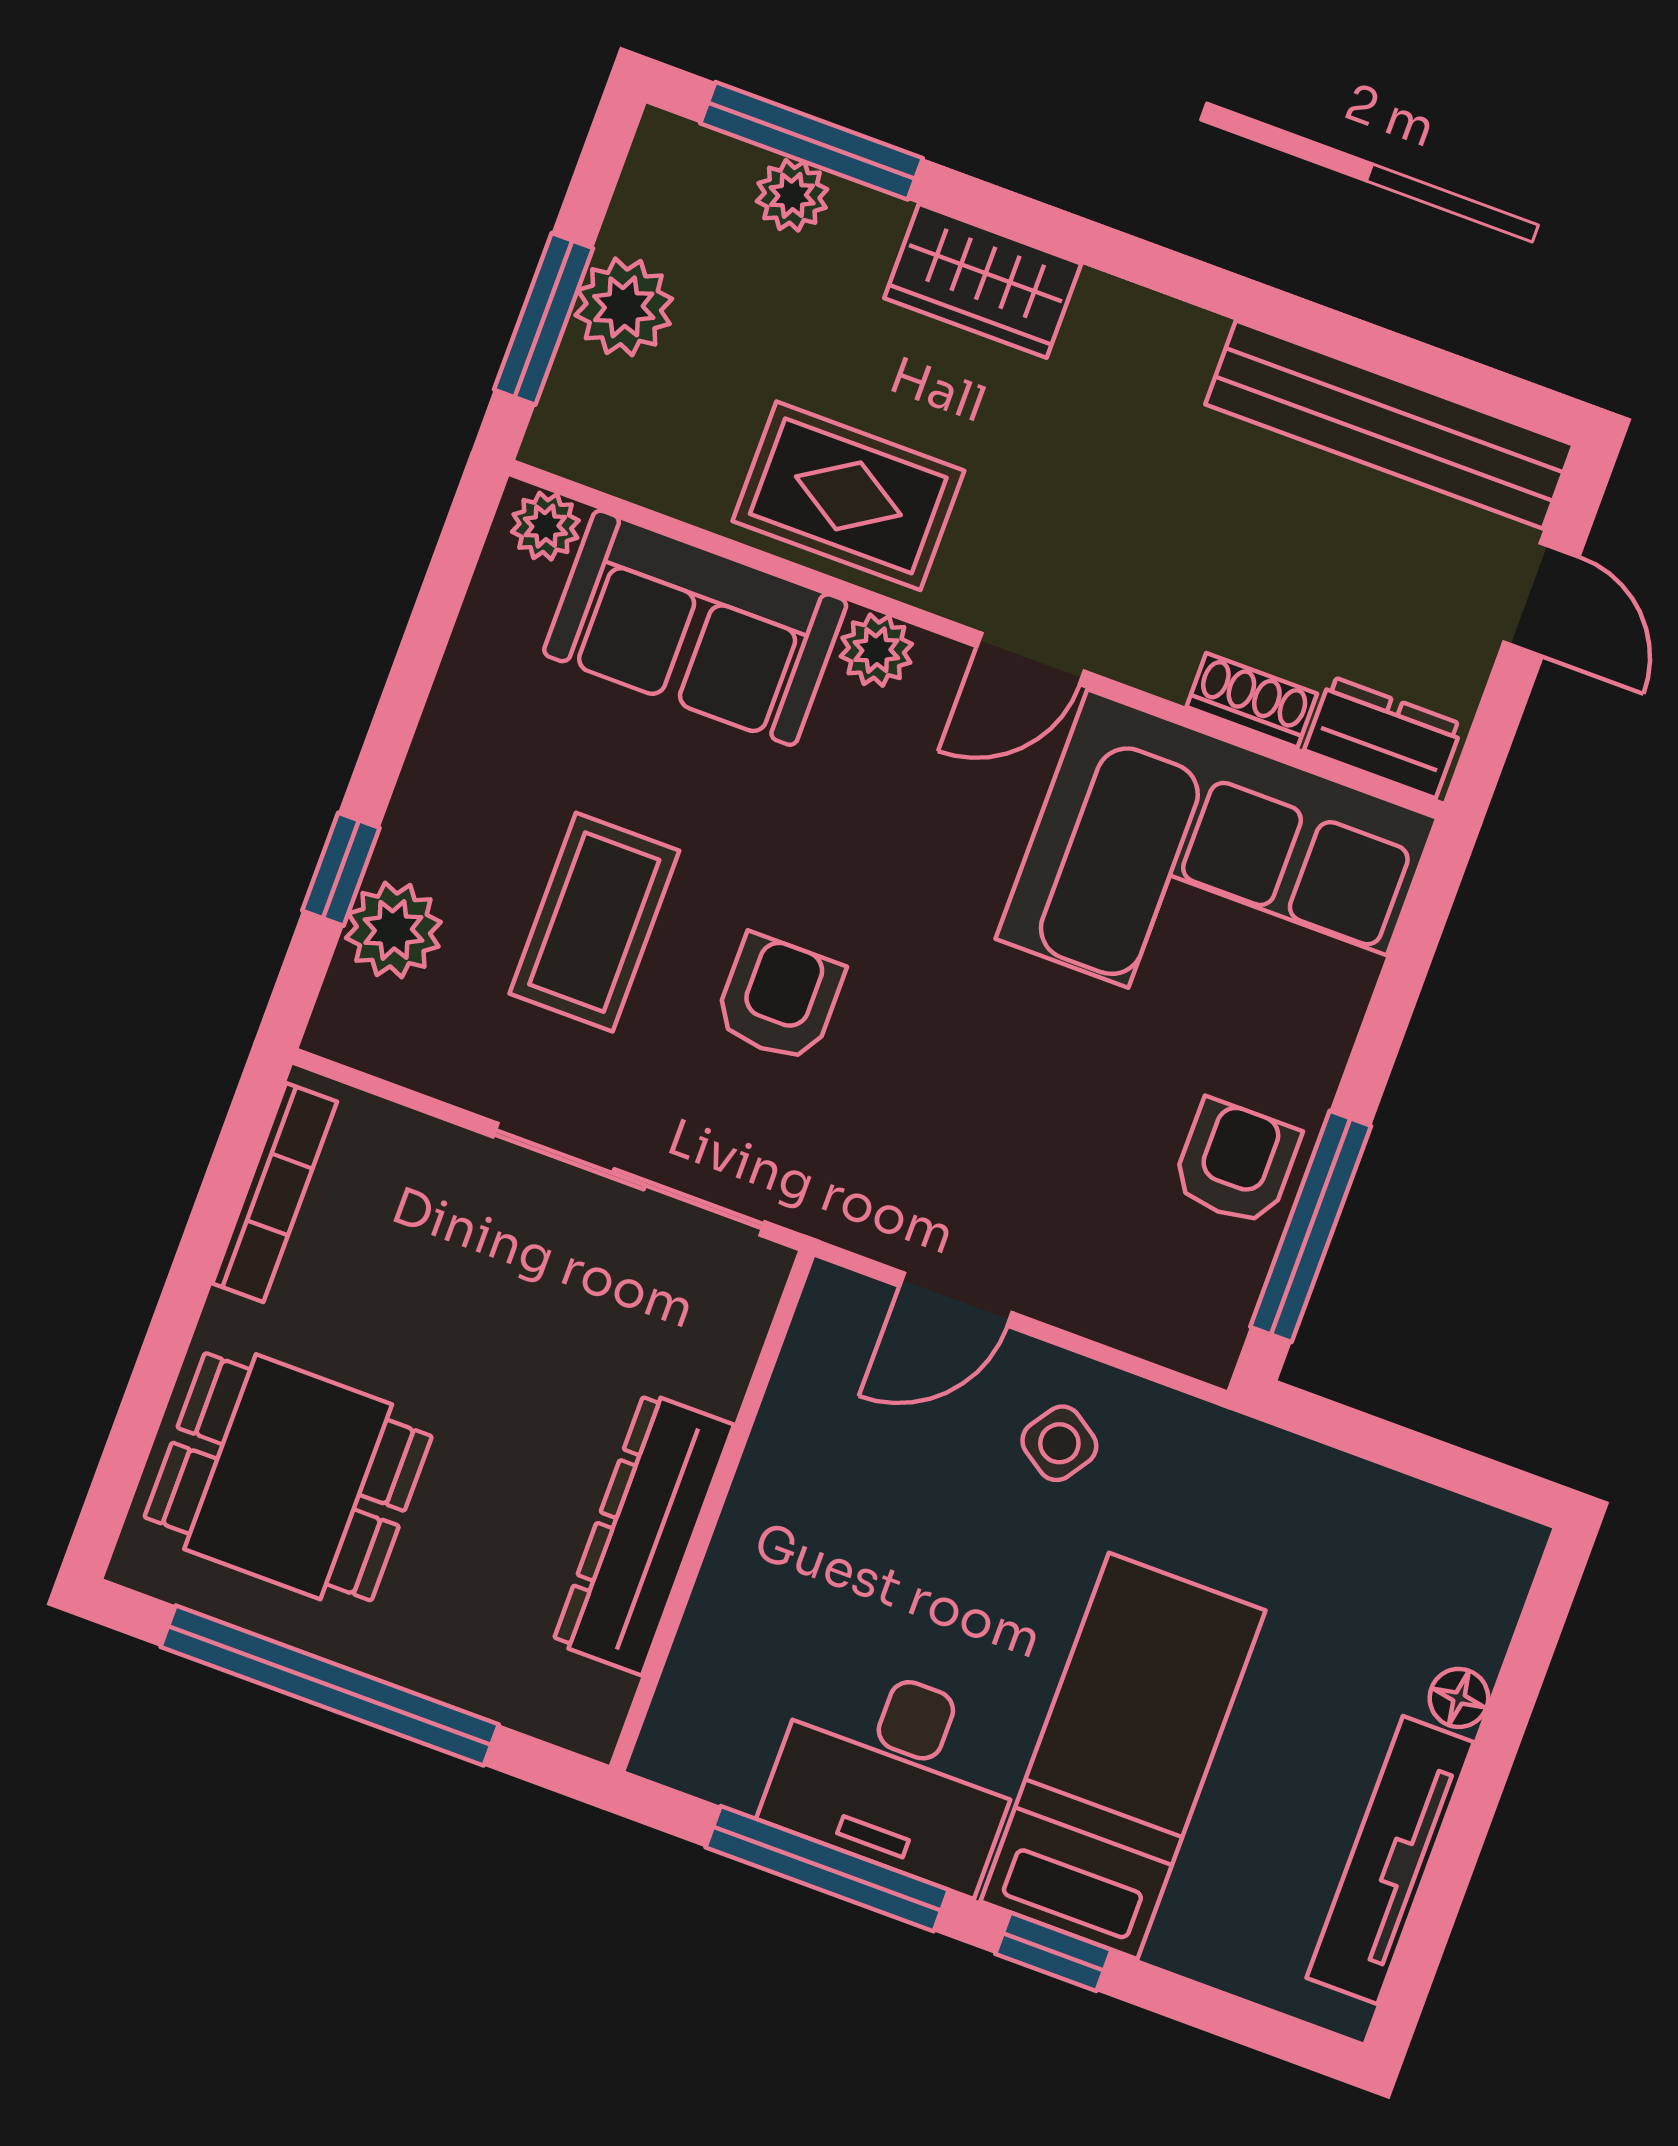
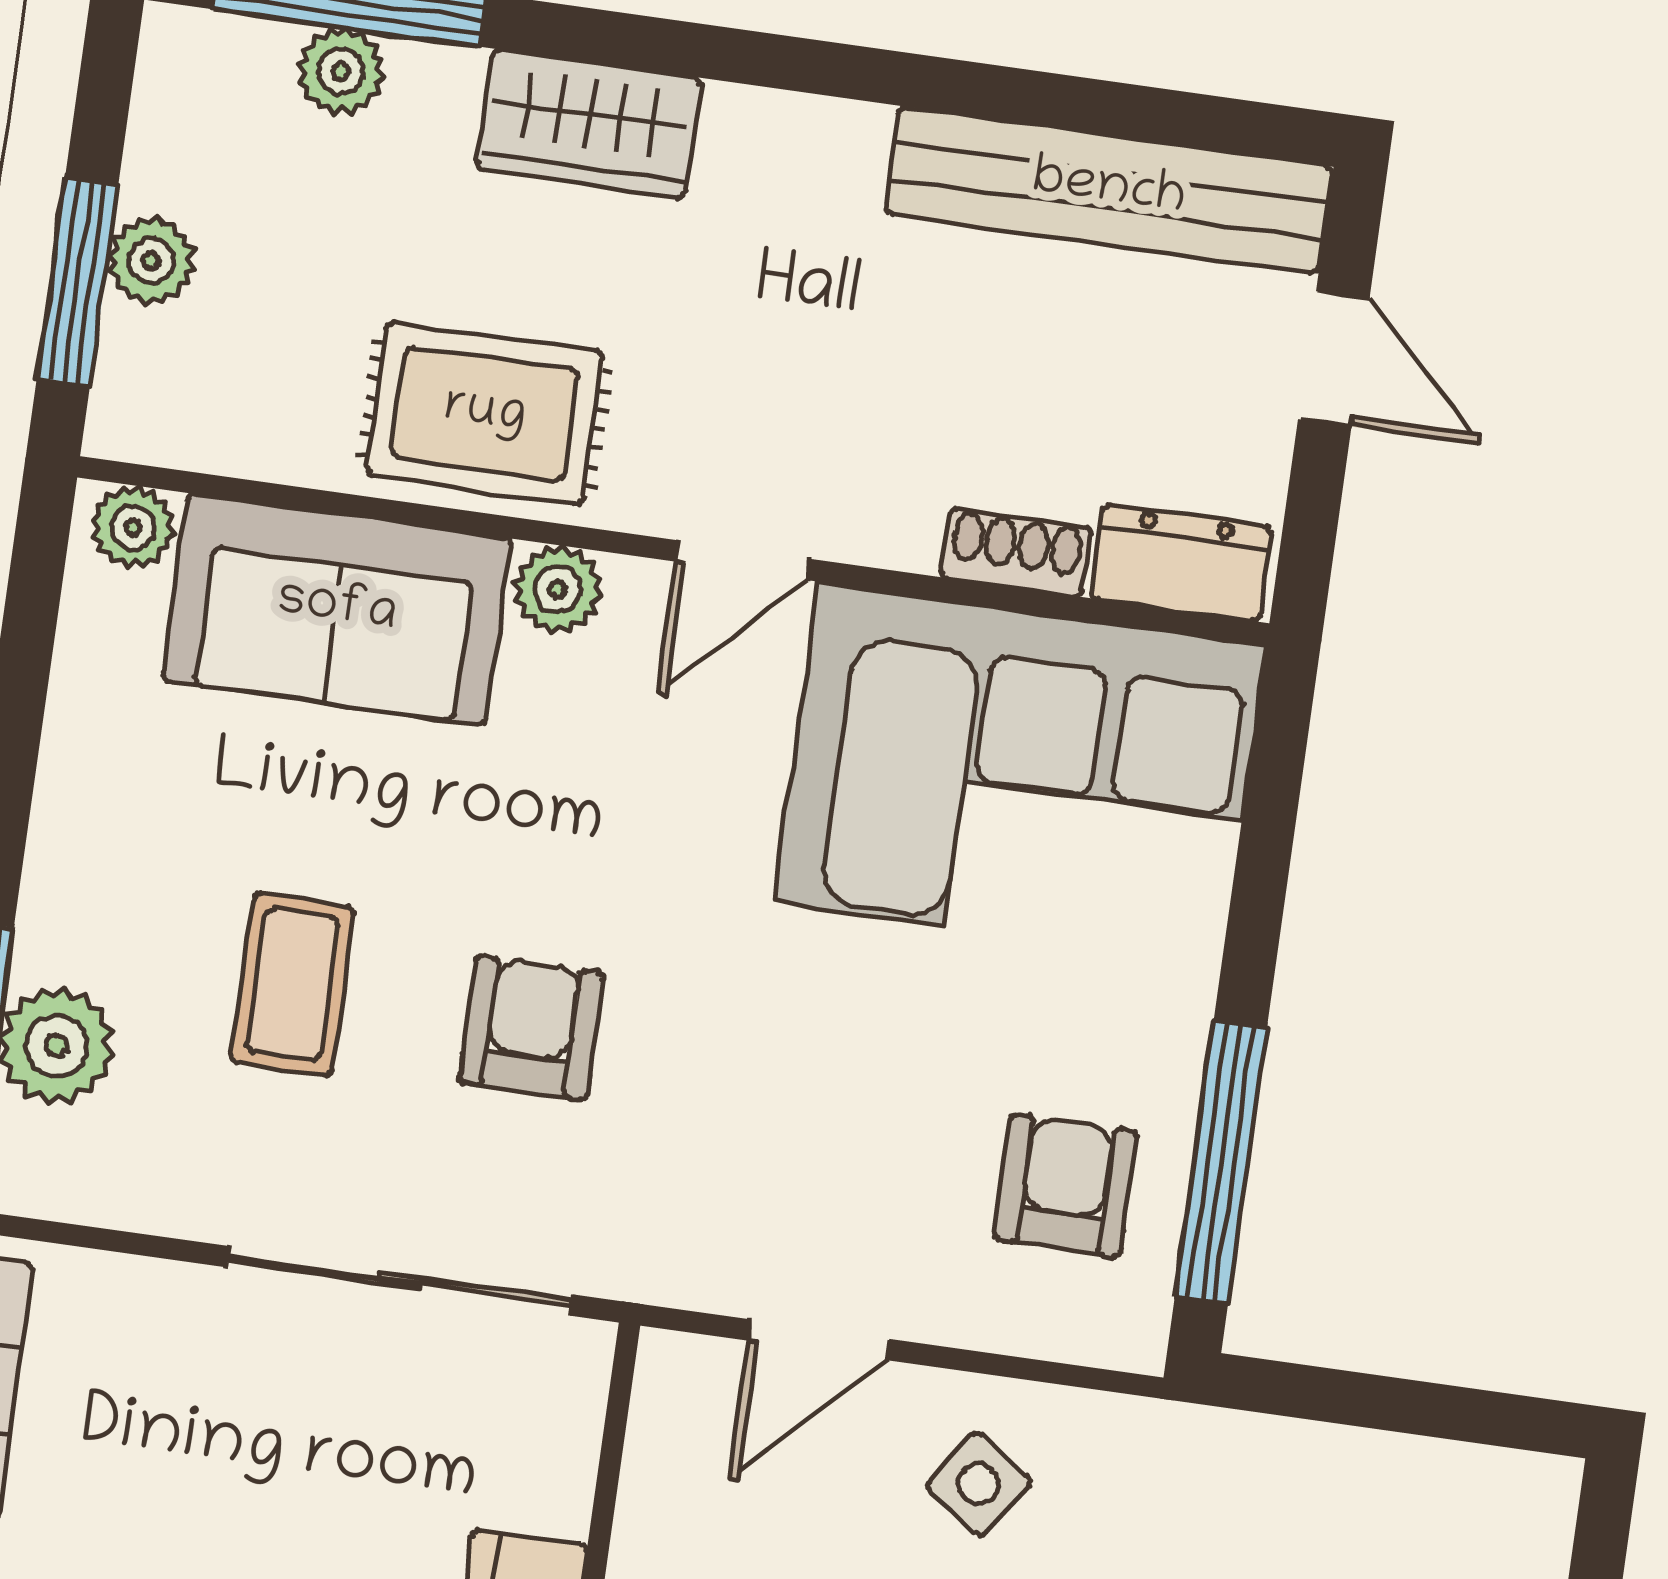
plant: (624, 307) -> (151, 261), width x0.73, depth x0.73
coffee table: (594, 922) -> (293, 985), width x0.73, depth x0.77
armchair: (1236, 1162) -> (1066, 1185), moved

